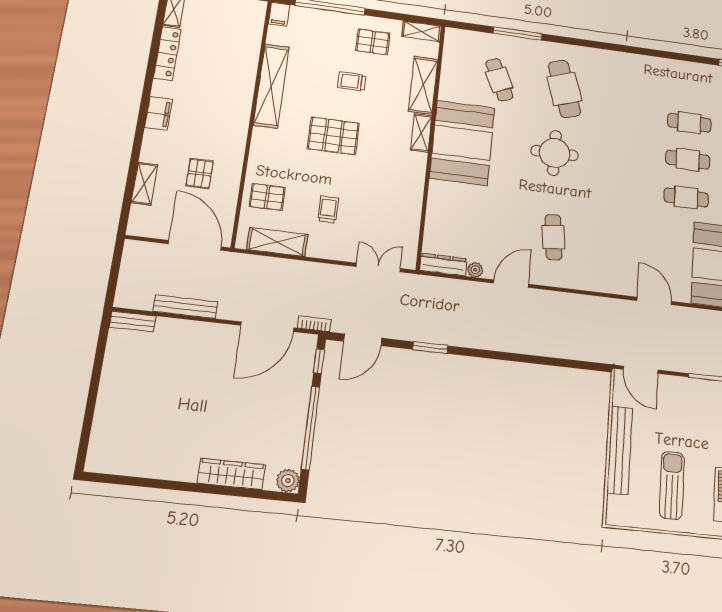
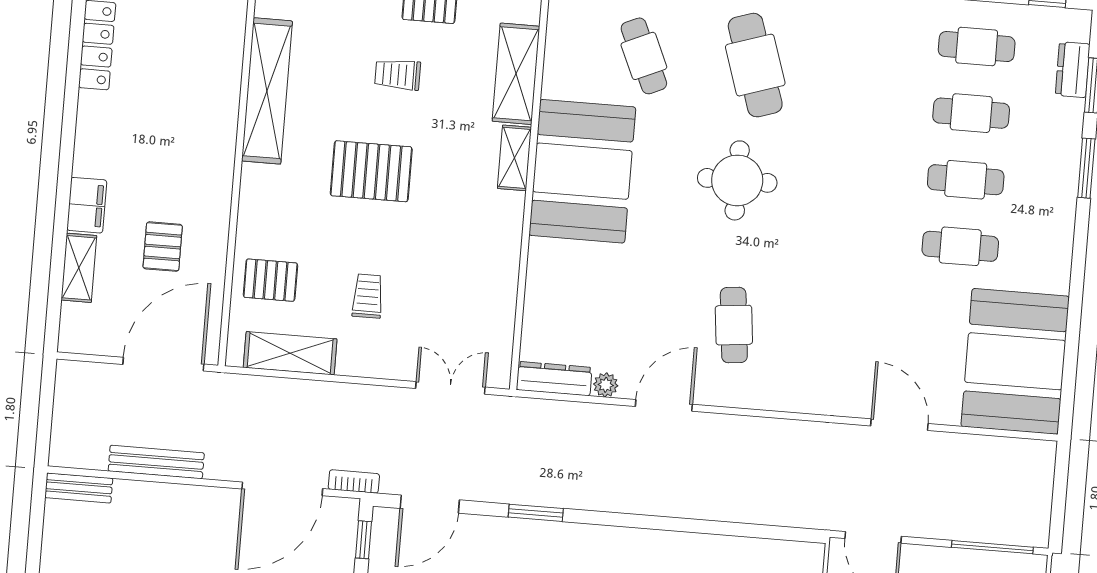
cafe table: (691, 86) -> (977, 47), added
filing cabinet: (159, 113) -> (87, 205), moved
door: (195, 245) -> (163, 364), hinge flipped

